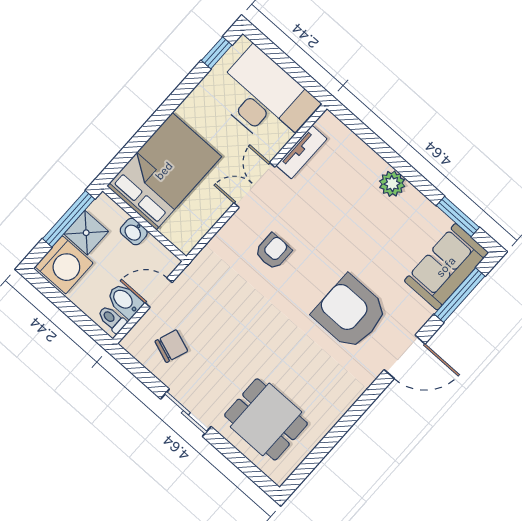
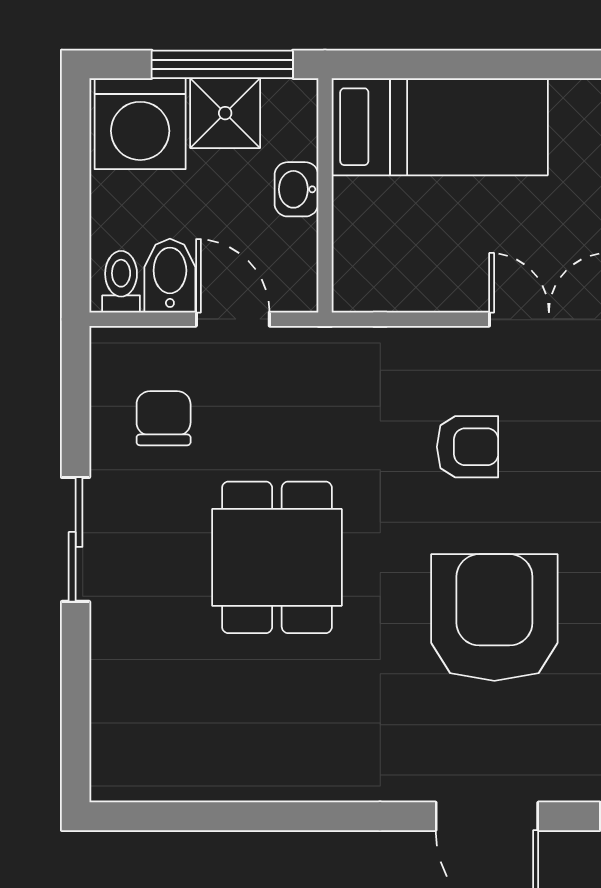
bed: (164, 171) -> (440, 127), width x0.67
armchair: (350, 312) -> (494, 618), moved
chair: (171, 346) -> (164, 418), turned -110
dining table: (266, 419) -> (277, 557), moved

